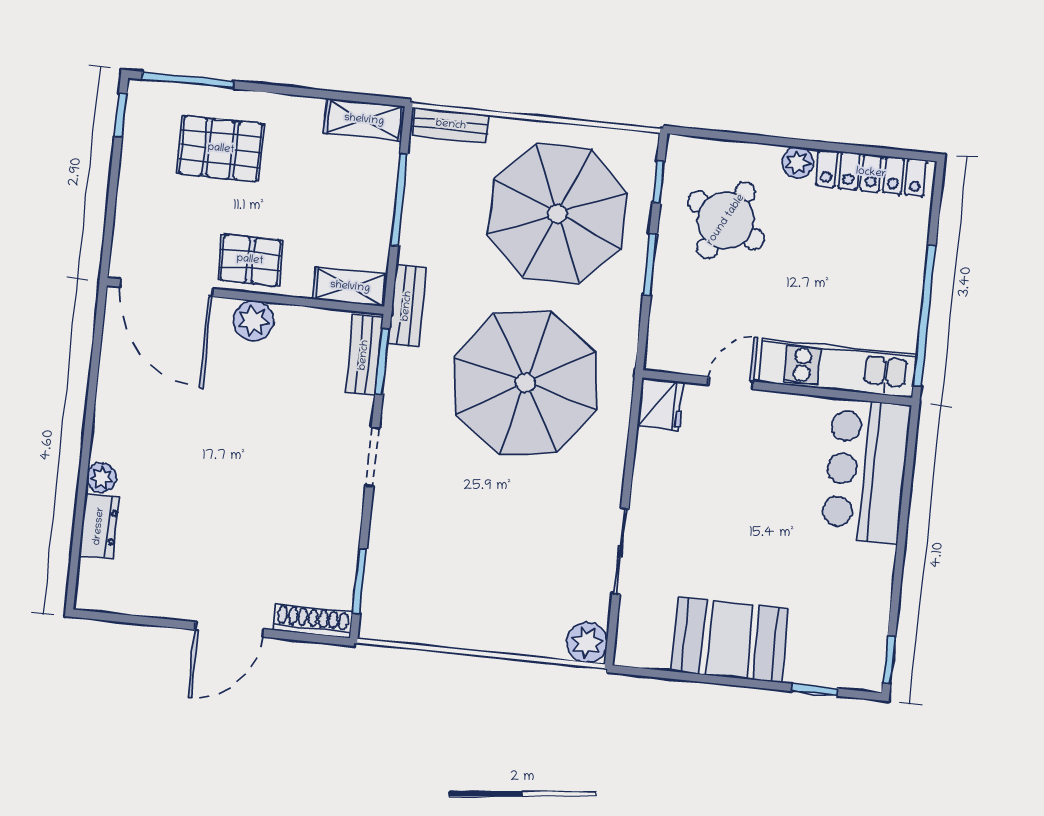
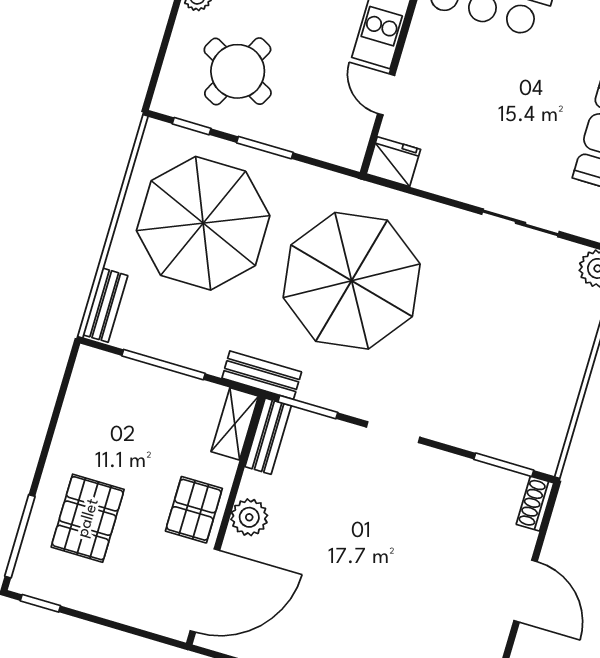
shelving: (364, 120) -> (85, 383), removed
bench: (364, 355) -> (268, 436), moved, turned 90
shoe rack: (313, 621) -> (535, 504), width x0.70

